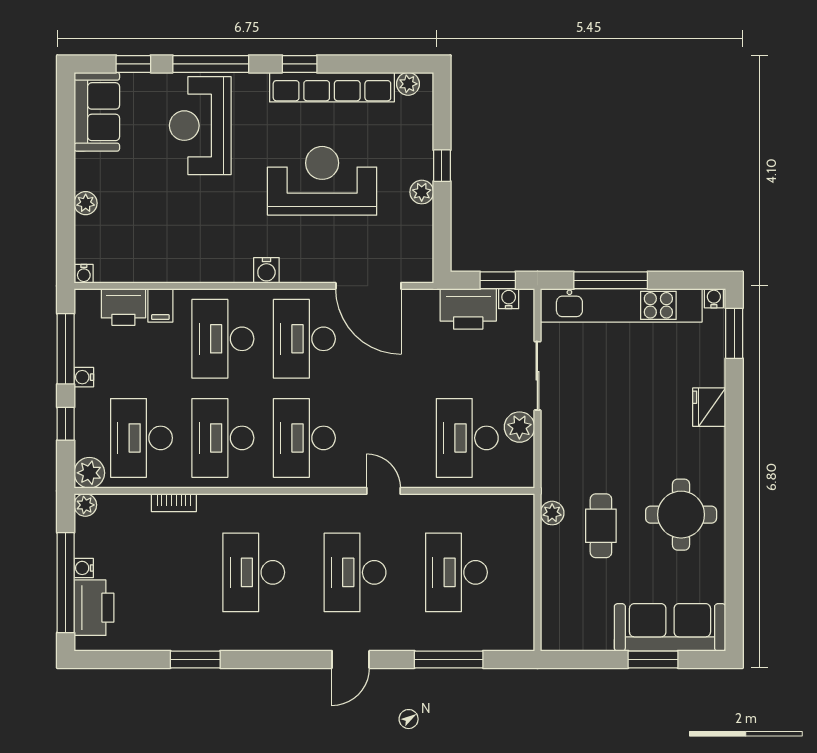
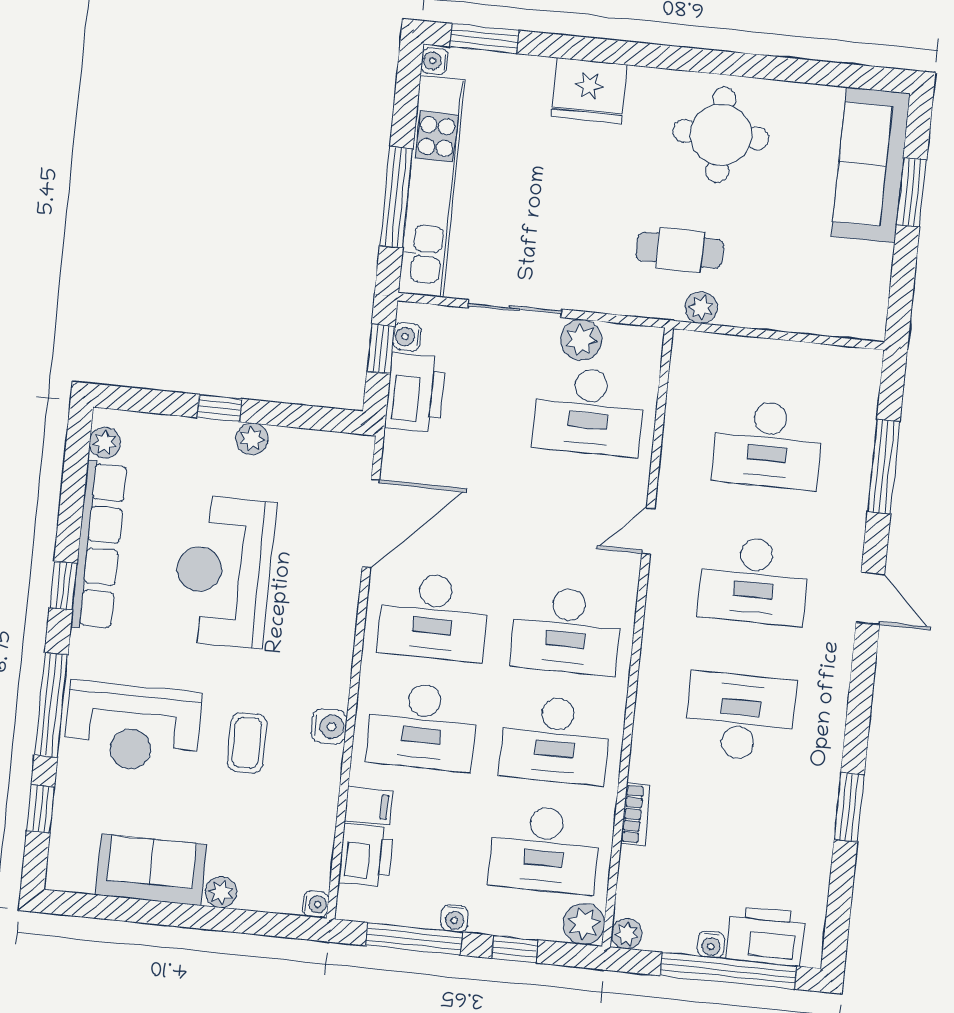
sofa: (97, 112) -> (151, 870), moved
coffee table: (198, 211) -> (247, 743), added
water cooler: (266, 270) -> (329, 726), moved
fridge: (709, 407) -> (589, 91), width x1.36, depth x1.34
cafe table: (601, 526) -> (680, 250), moved
desk: (254, 572) -> (740, 717), turned 180

